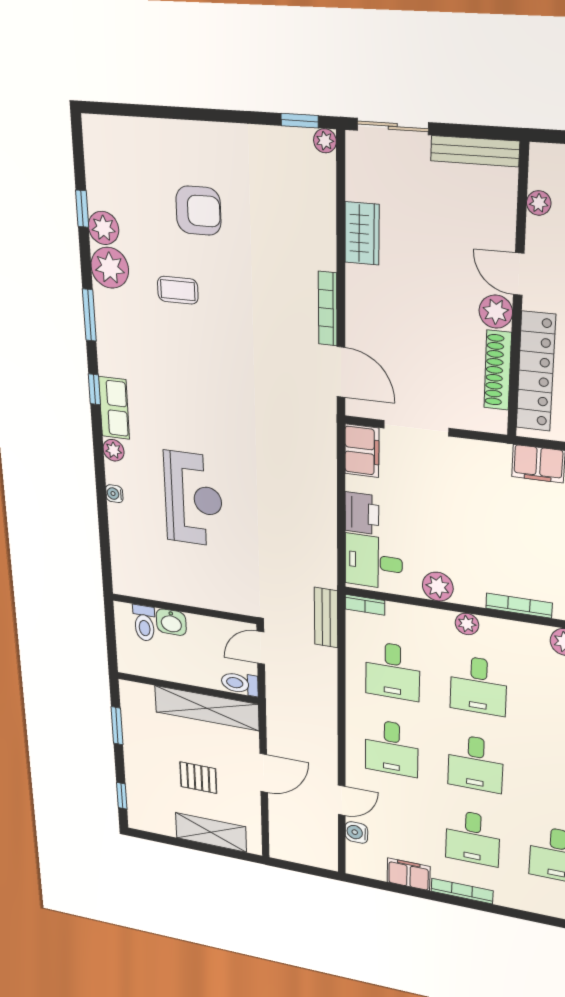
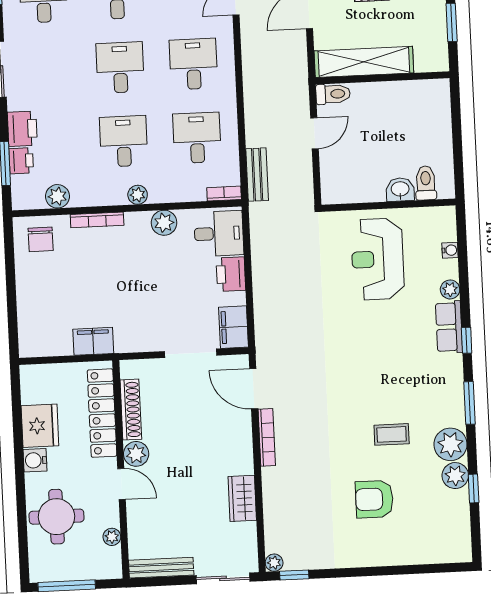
wall: (184, 609) -> (388, 205), moved
washbasin: (171, 622) -> (400, 190), moved
toilet: (144, 623) -> (426, 183), moved

